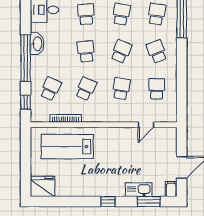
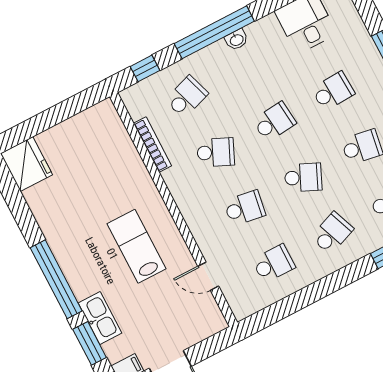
washbasin: (37, 44) -> (236, 40), width x0.52, depth x0.69
school desk: (51, 89) -> (187, 97), turned -42
lab bench: (67, 147) -> (137, 246), moved, width x0.73, depth x0.72
window: (108, 202) -> (56, 279), width x3.17

